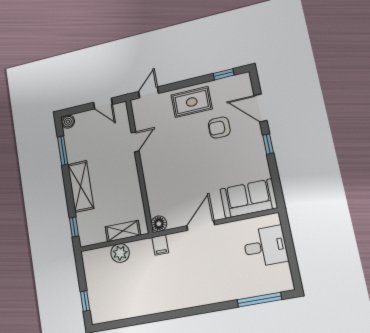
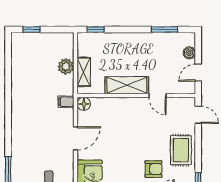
boiler: (68, 122) -> (189, 53), moved
armchair: (219, 128) -> (154, 169), turned 90
shelving: (81, 186) -> (127, 85), moved
door: (201, 225) -> (75, 138), hinge flipped

